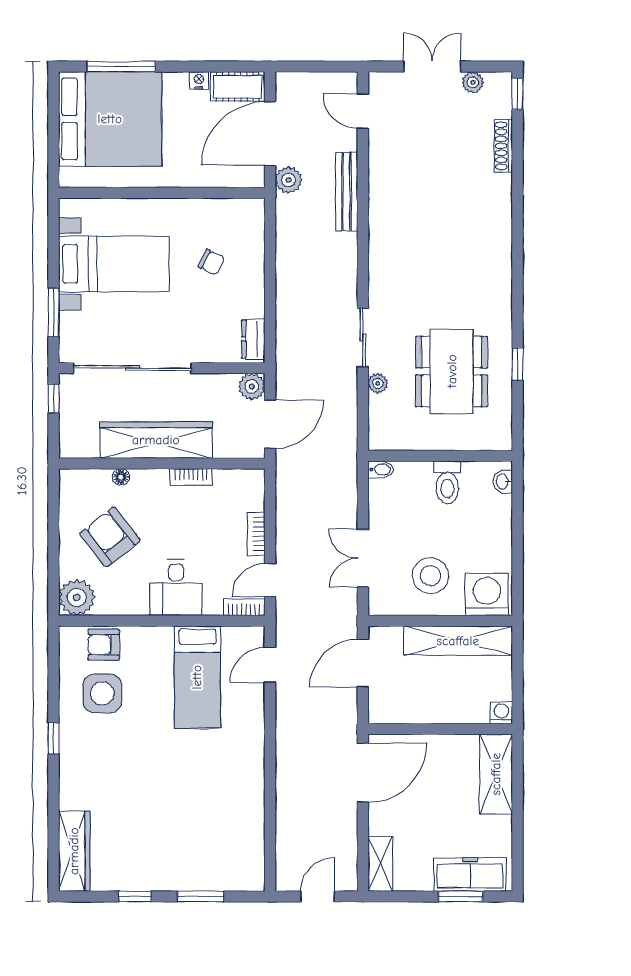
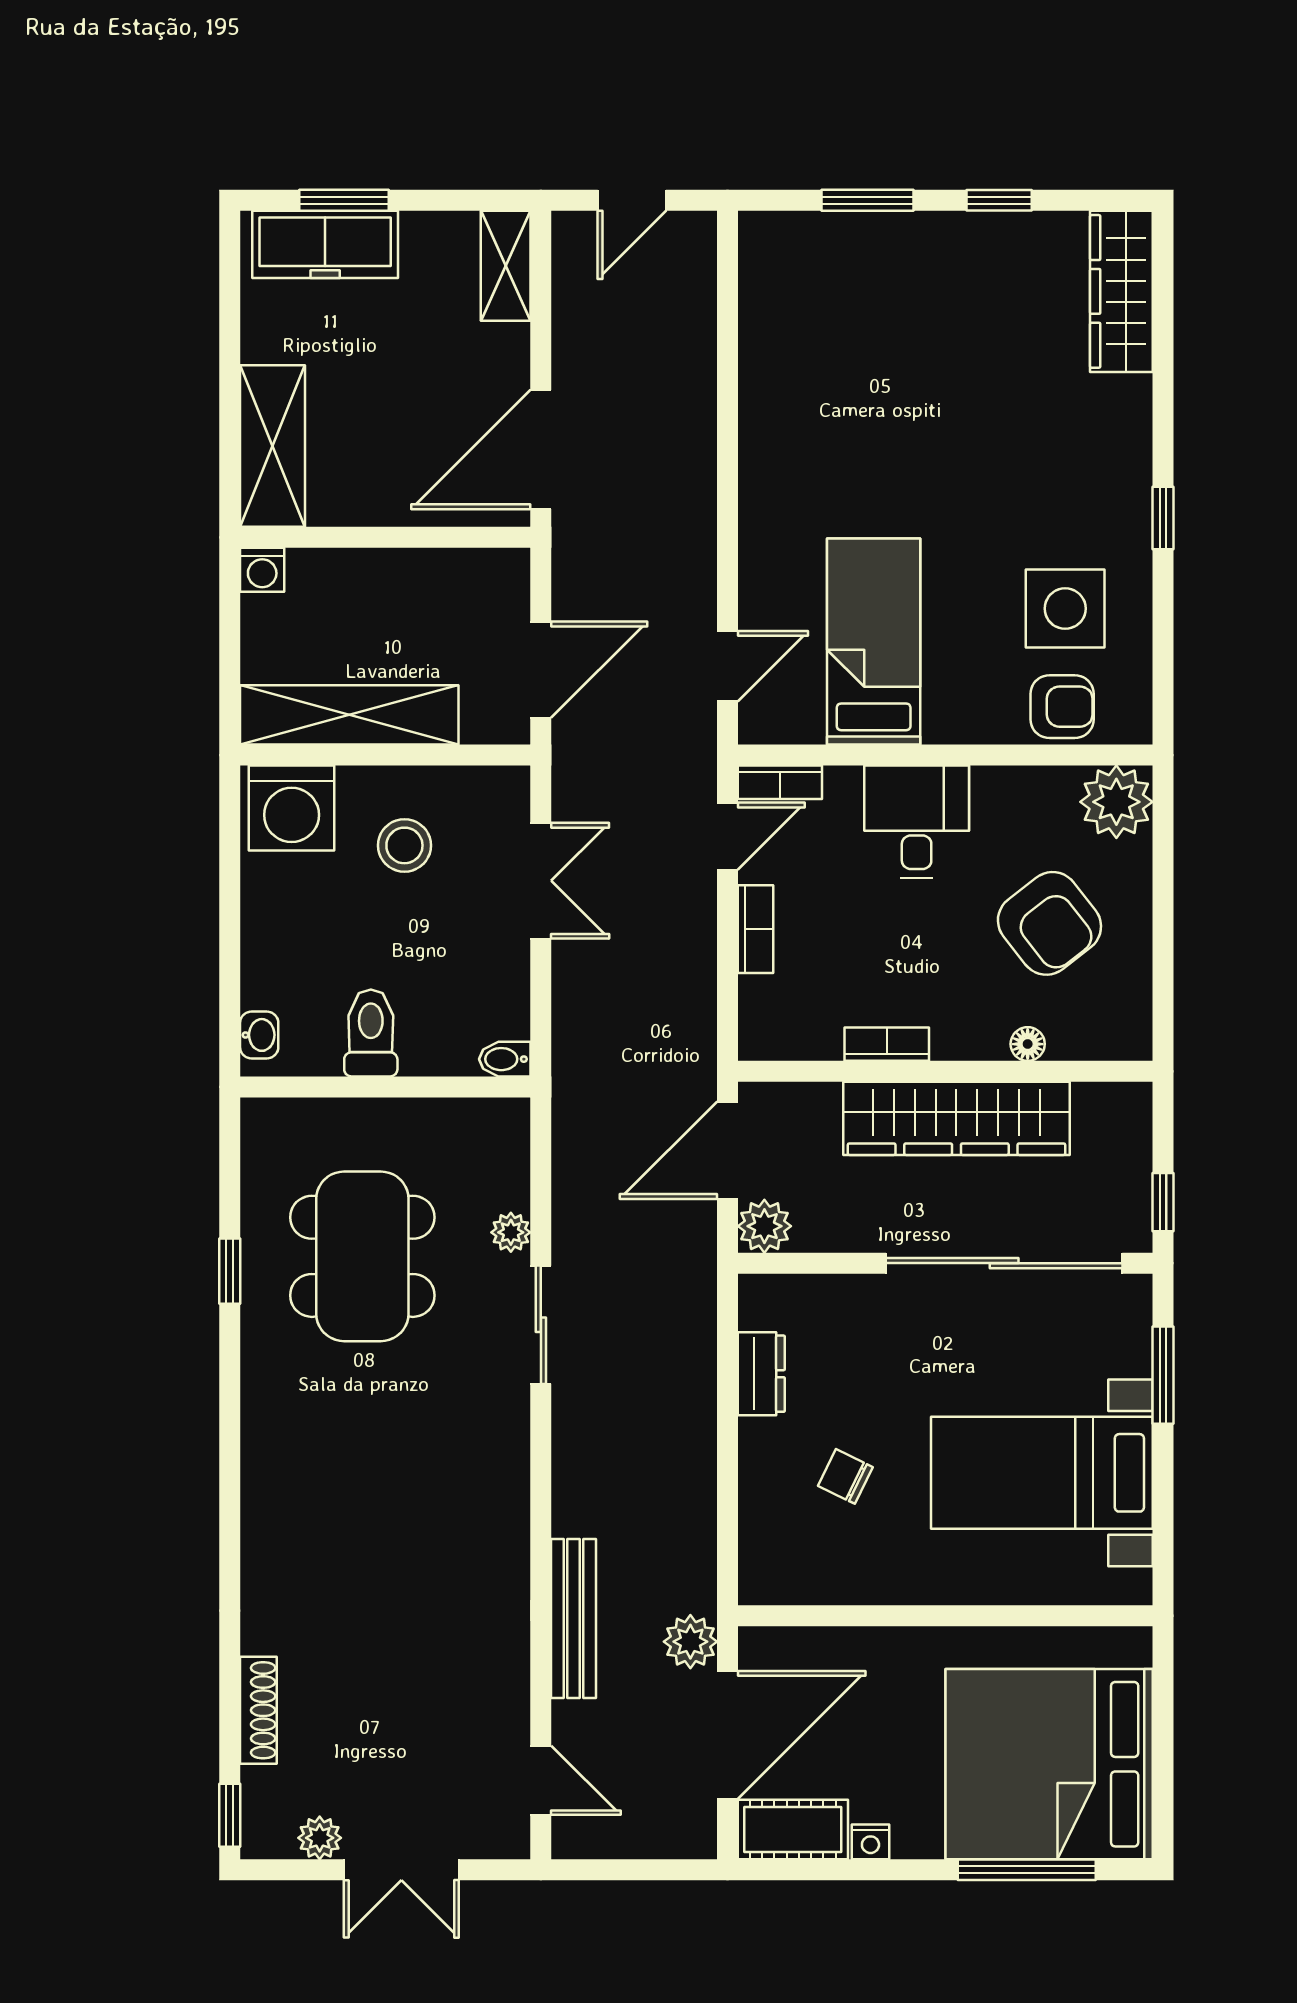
dresser: (253, 339) -> (761, 1374), moved
stool: (431, 576) -> (404, 845), width x0.73, depth x0.73

